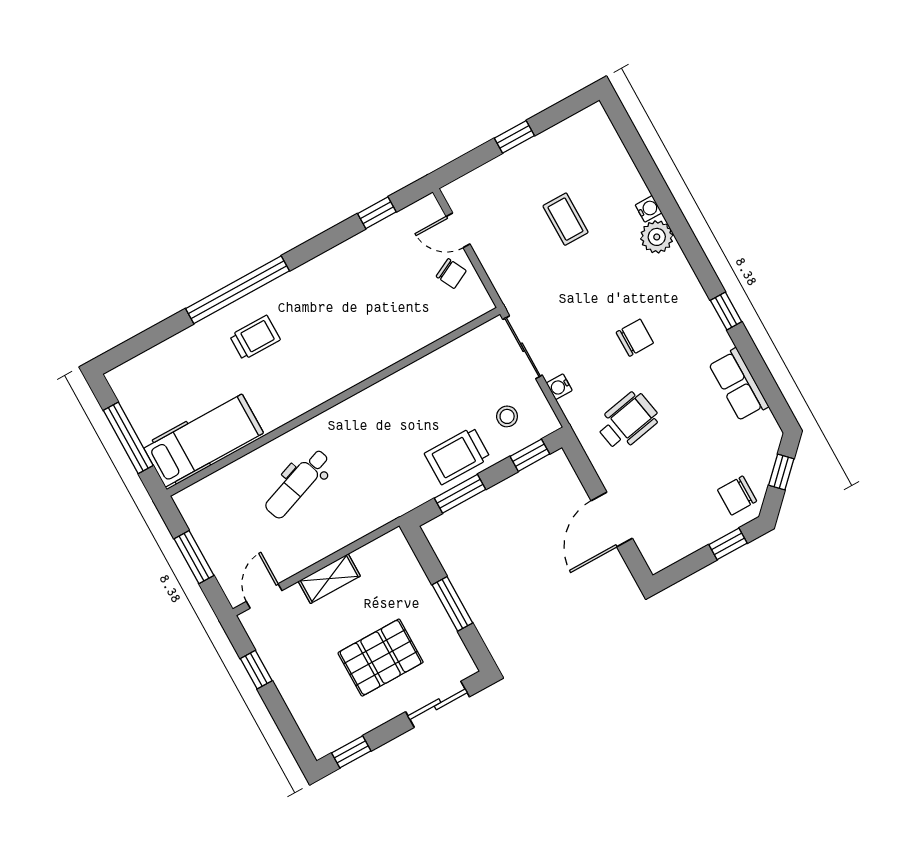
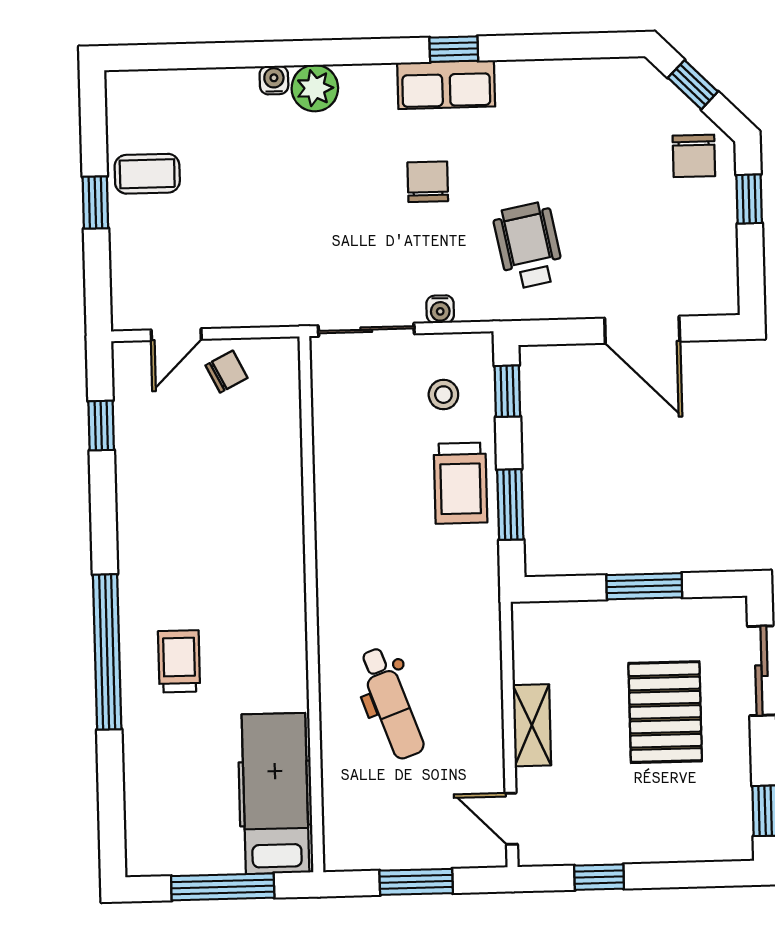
coffee table: (565, 219) -> (147, 174), moved
row of seats: (738, 385) -> (446, 85), moved

